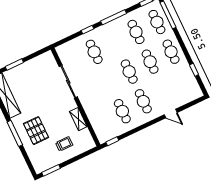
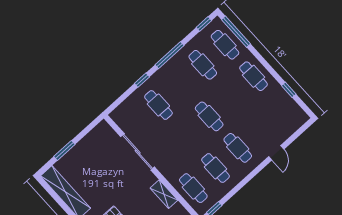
cafe table: (150, 62) -> (193, 188), moved
door: (171, 114) -> (276, 153), hinge flipped

